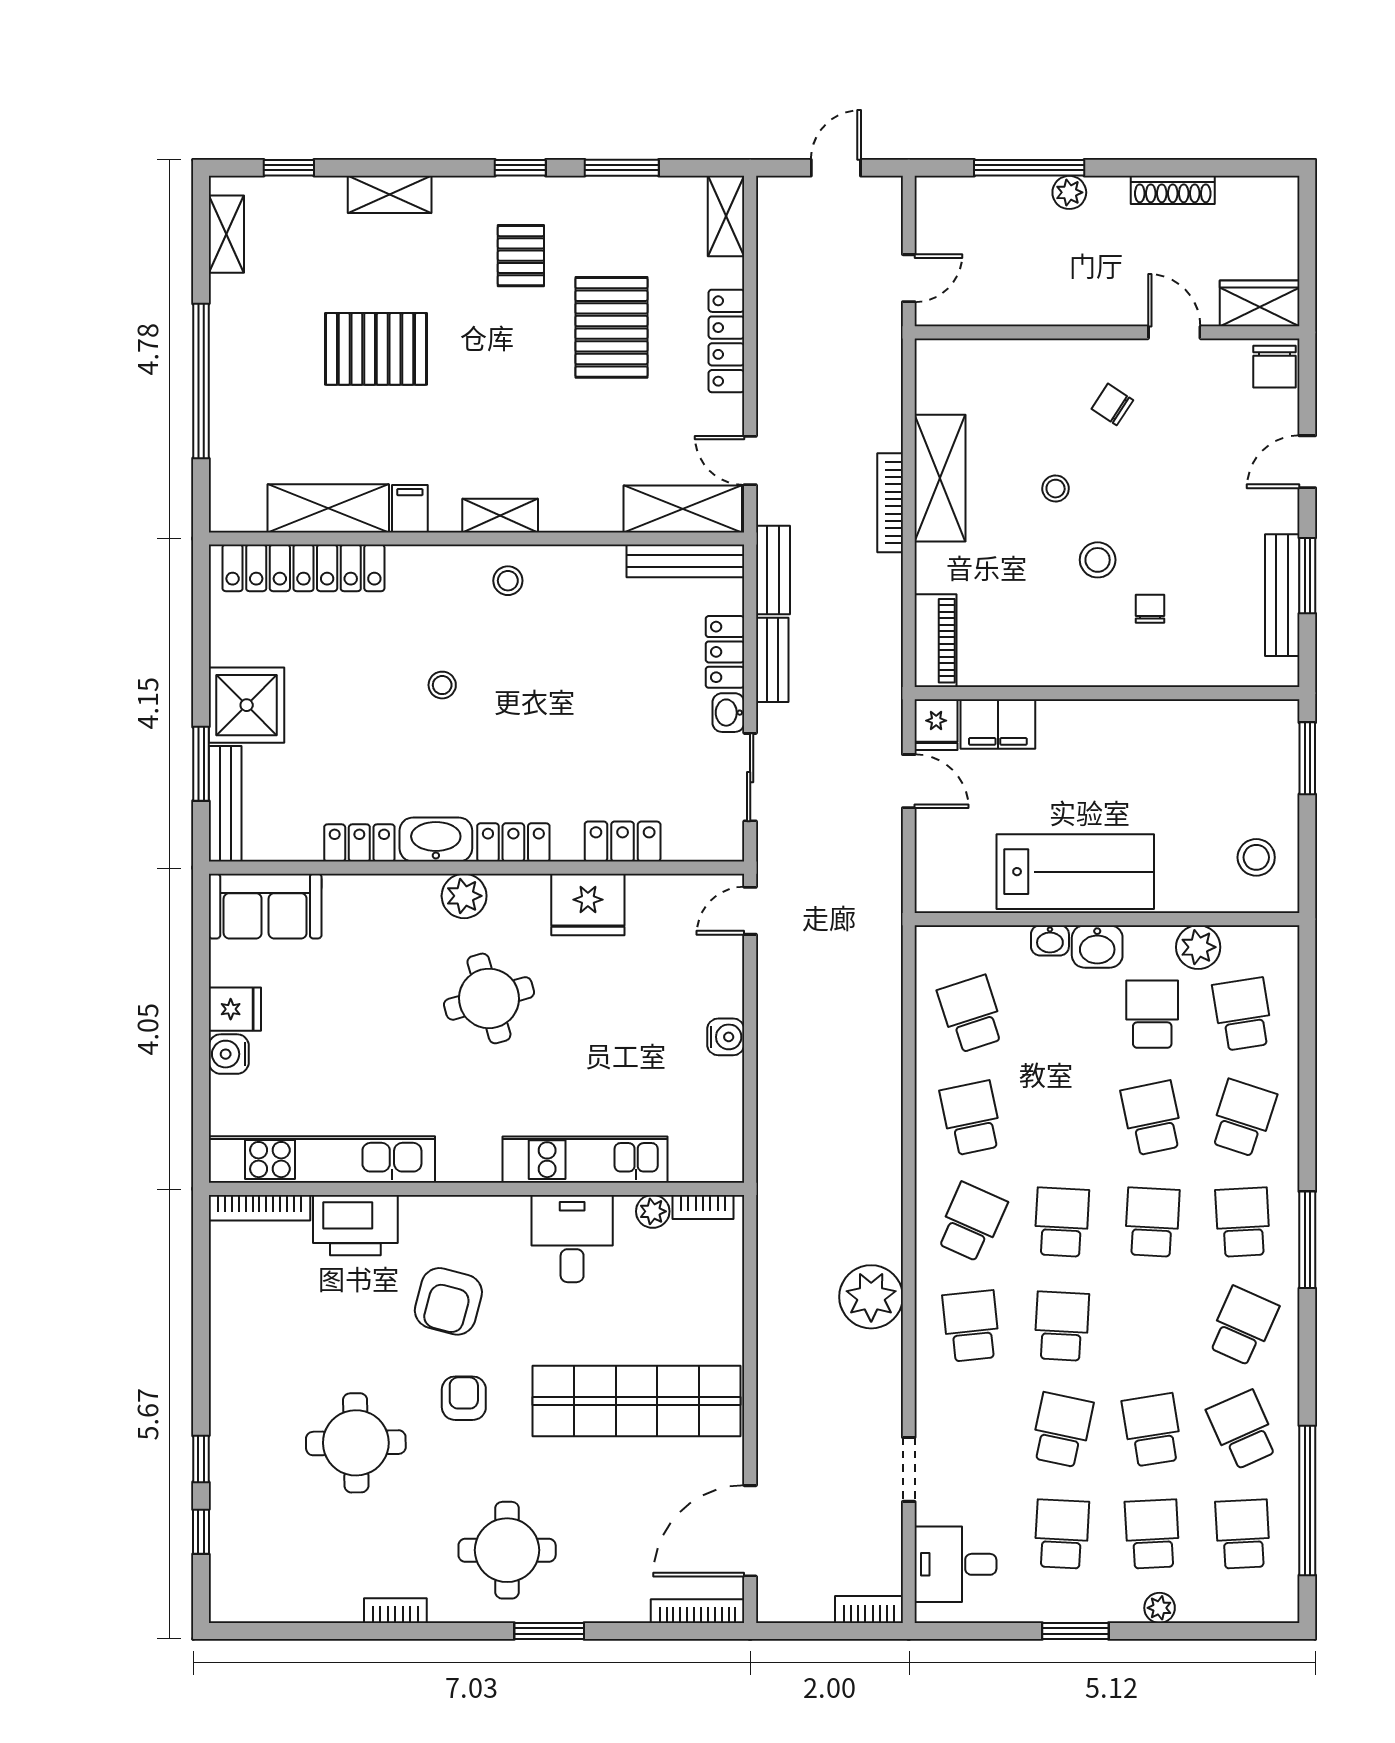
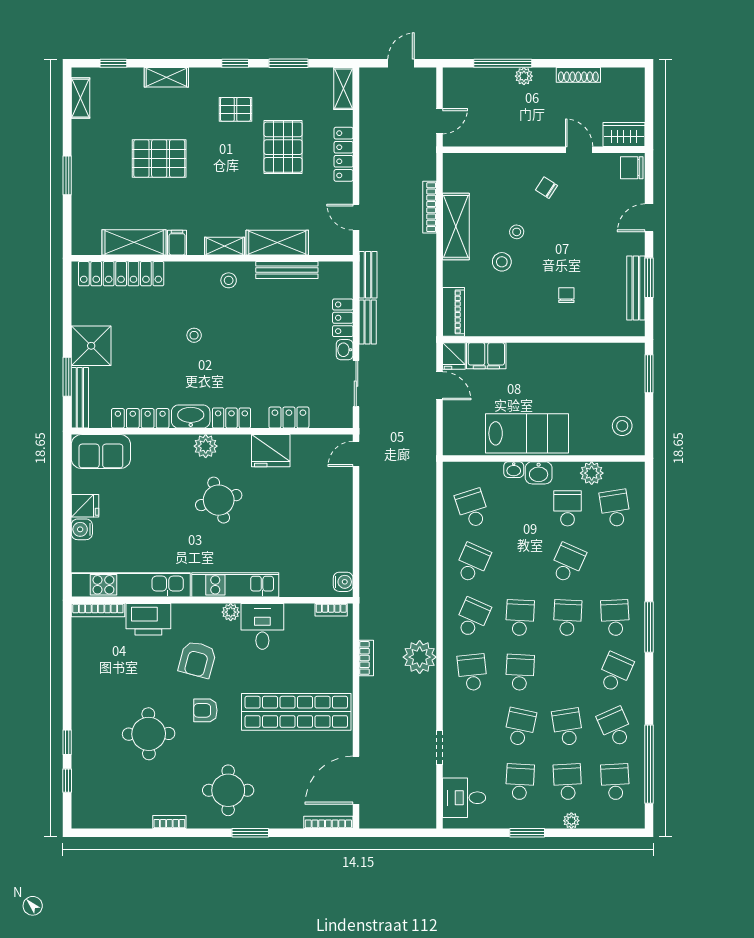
pallet: (521, 256) -> (235, 109), turned 90
chair: (1275, 367) -> (632, 168), turned 90
window: (201, 381) -> (67, 175), width x0.47
bookcase: (890, 503) -> (430, 207), moved
shelving: (683, 509) -> (277, 243), moved
stool: (1098, 560) -> (502, 262), moved
bench: (685, 561) -> (287, 270), moved
locker: (359, 843) -> (140, 418), width x1.53
water cooler: (726, 1037) -> (343, 582), moved
school desk: (971, 1118) -> (472, 563), turned 36
school desk: (1152, 1118) -> (568, 563), turned 36
school desk: (1243, 1118) -> (615, 563), removed
kitchen unit: (585, 1160) -> (235, 585), moved
plant: (653, 1211) -> (231, 612), moved
armchair: (464, 1398) -> (205, 710), turned -90
bookcase: (869, 1610) -> (366, 658), moved, turned 90

